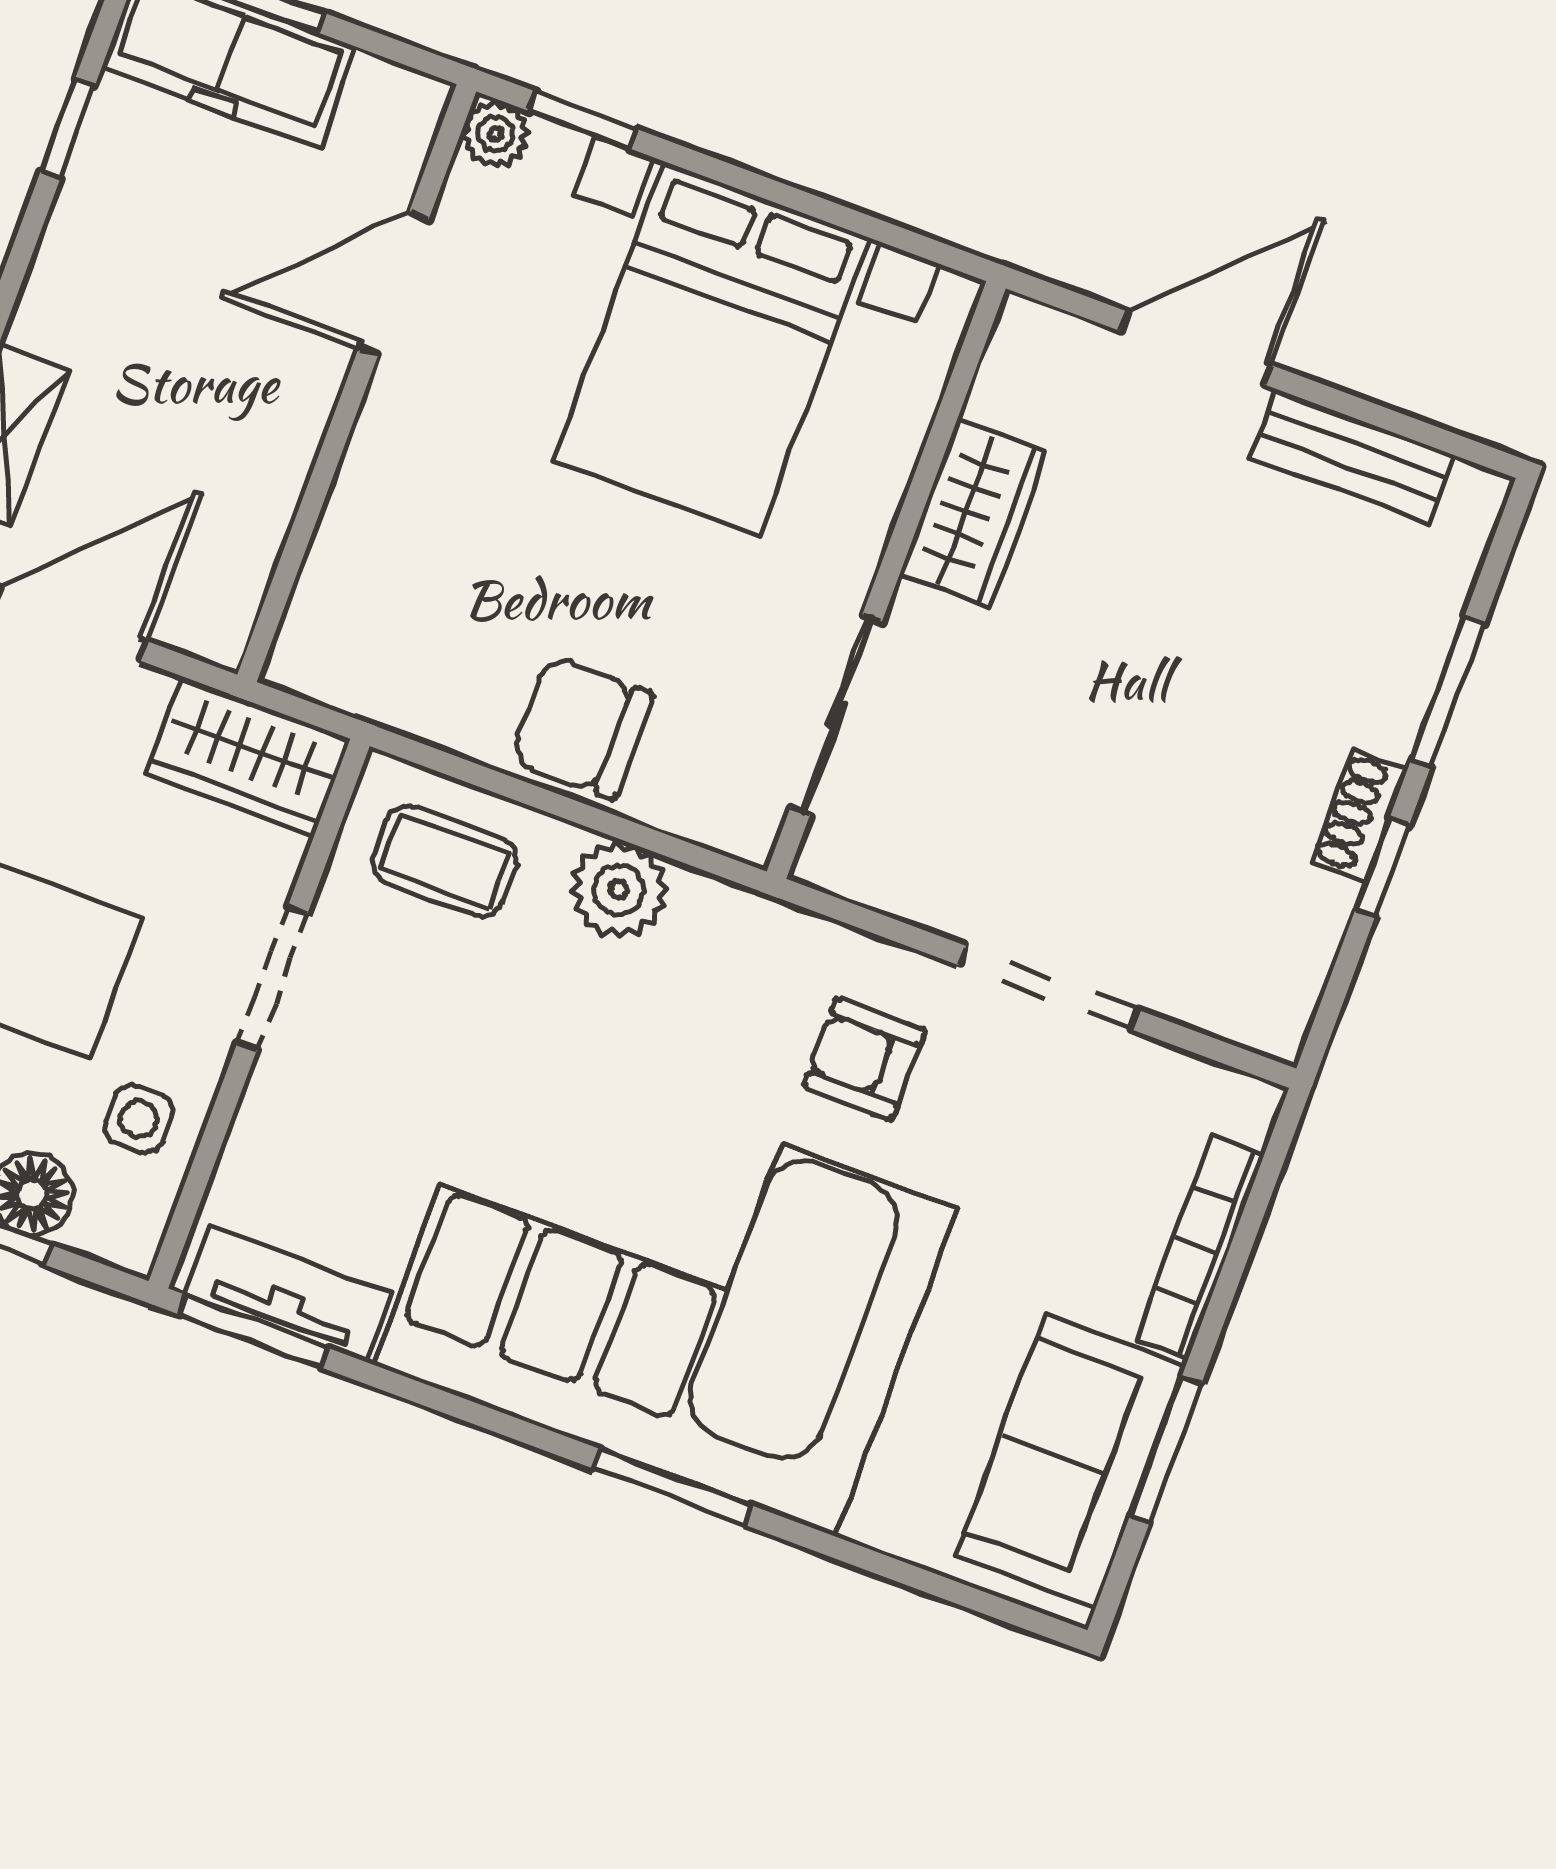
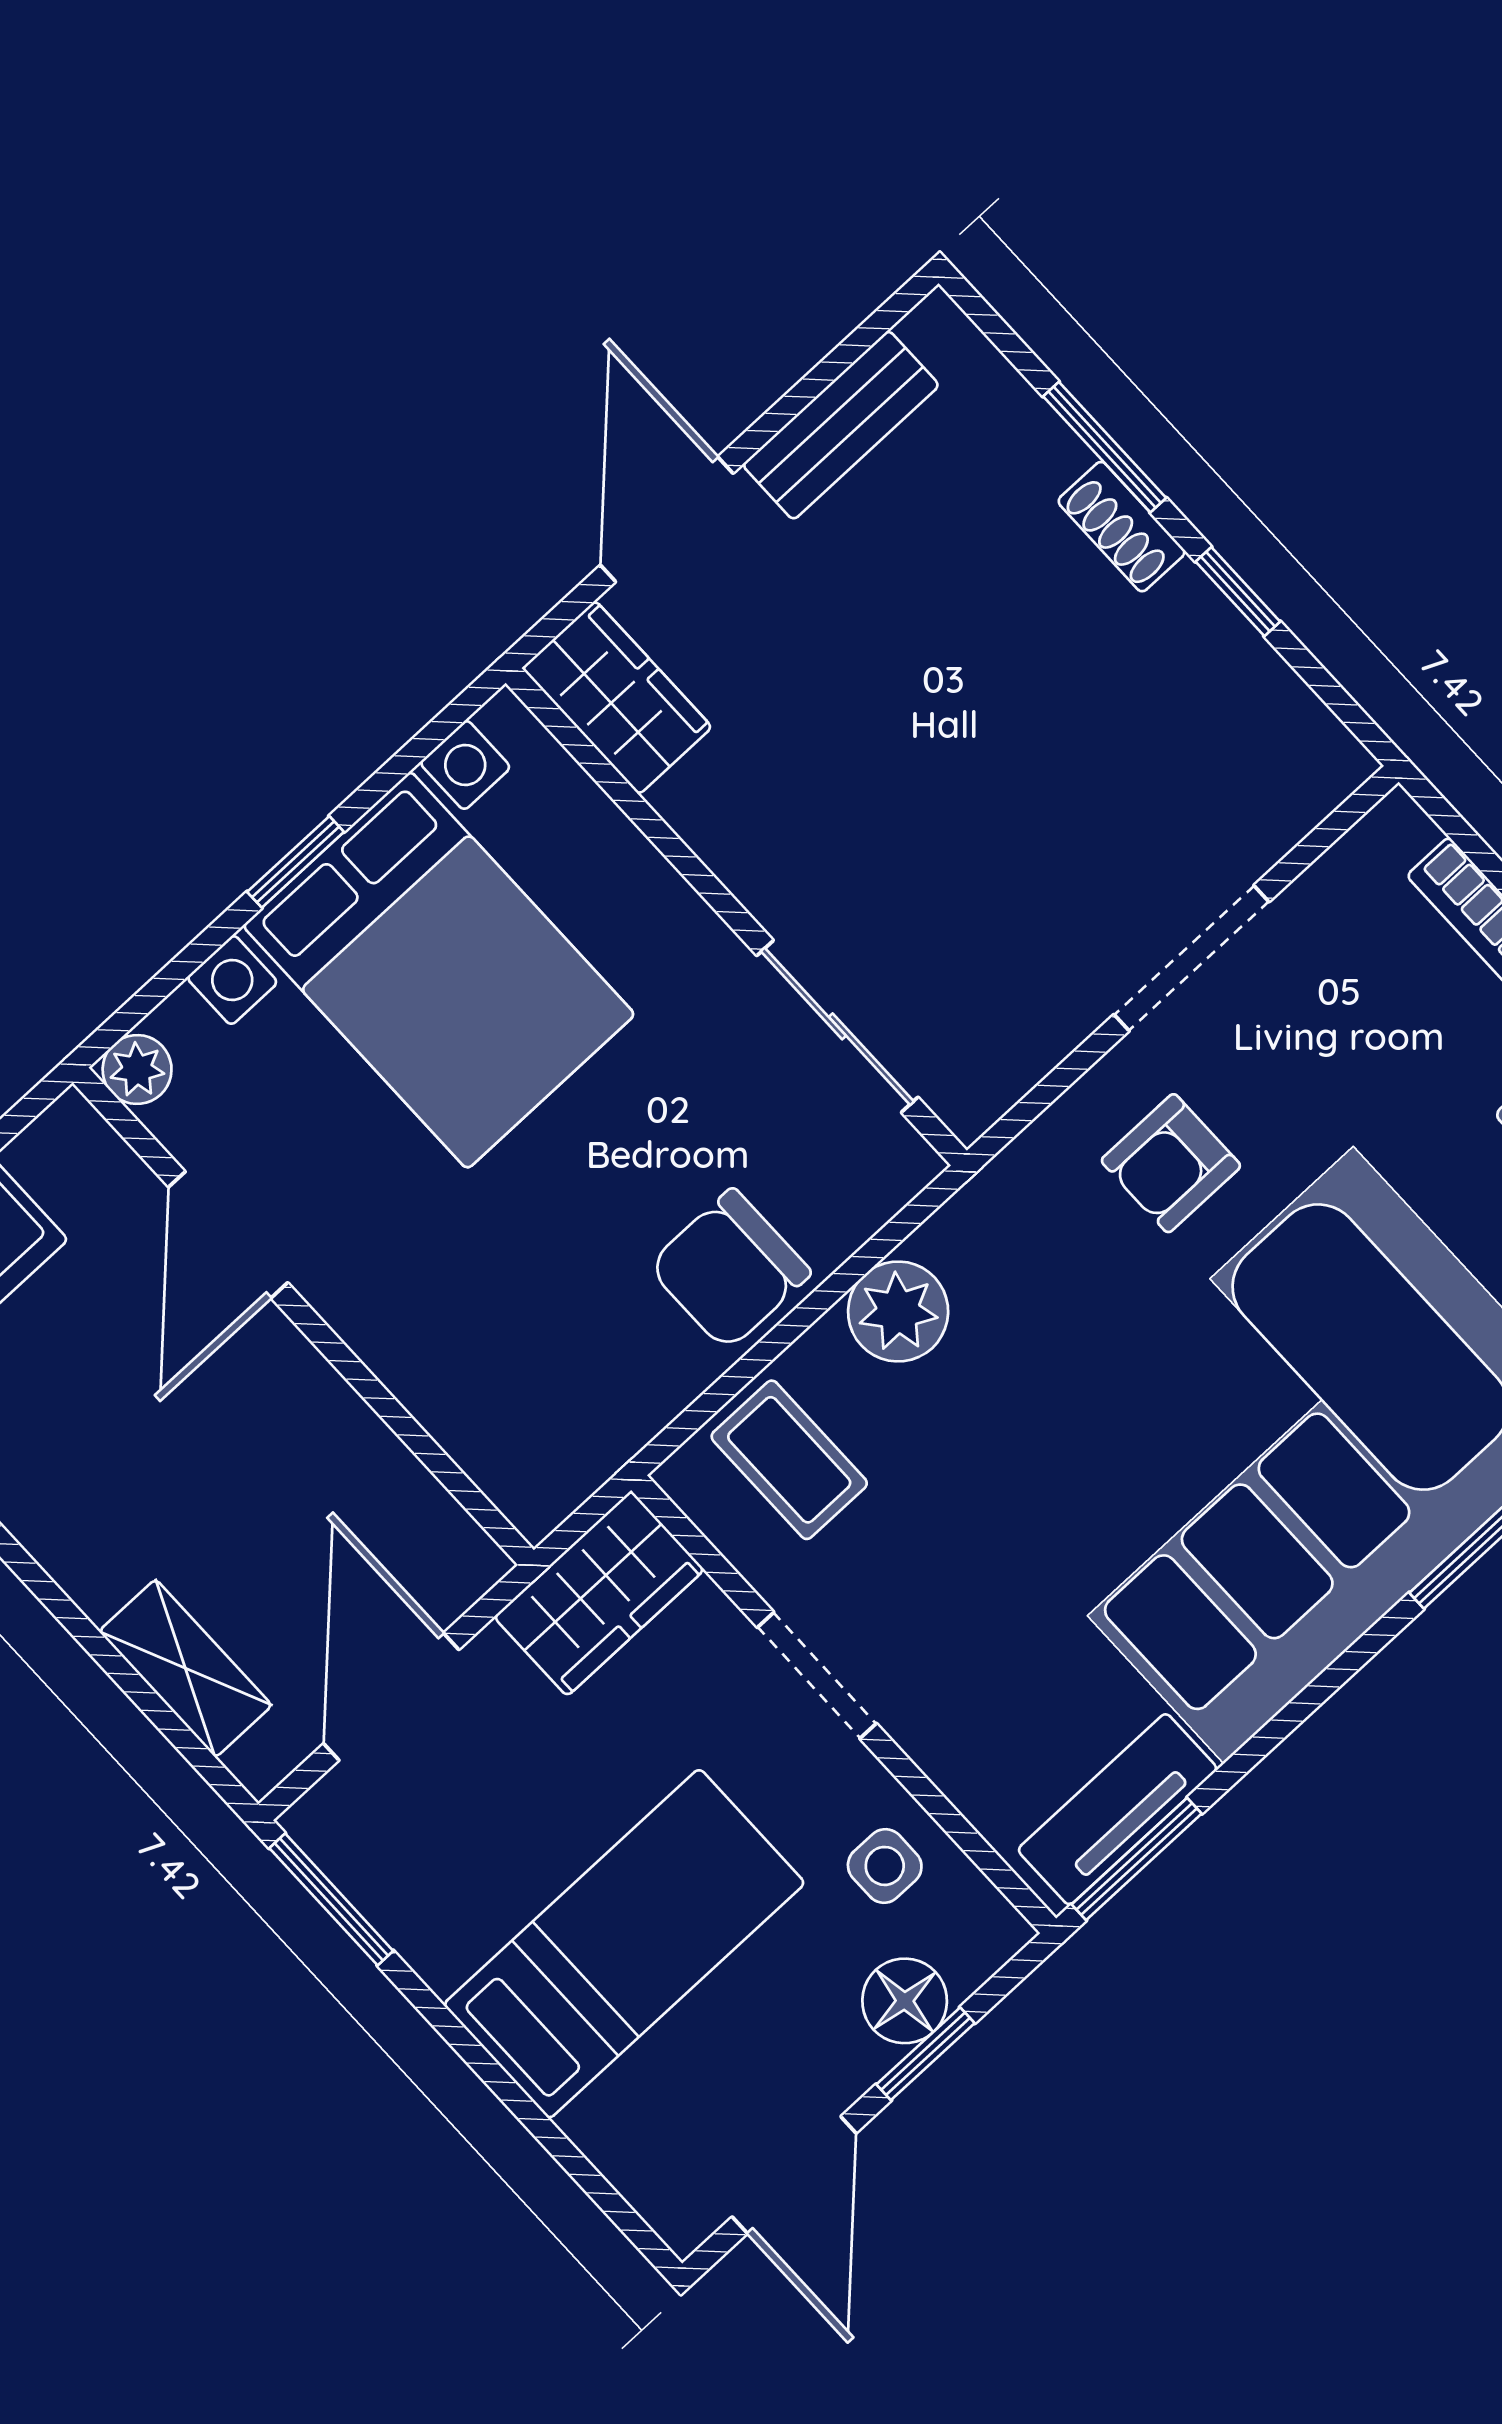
window: (583, 120) -> (296, 862), moved
wardrobe: (973, 513) -> (617, 698), moved
shoe rack: (1359, 816) -> (1121, 527), moved
coffee table: (445, 861) -> (789, 1460), turned 90

